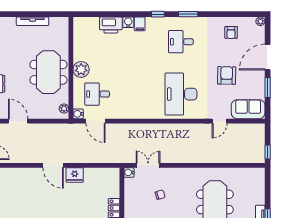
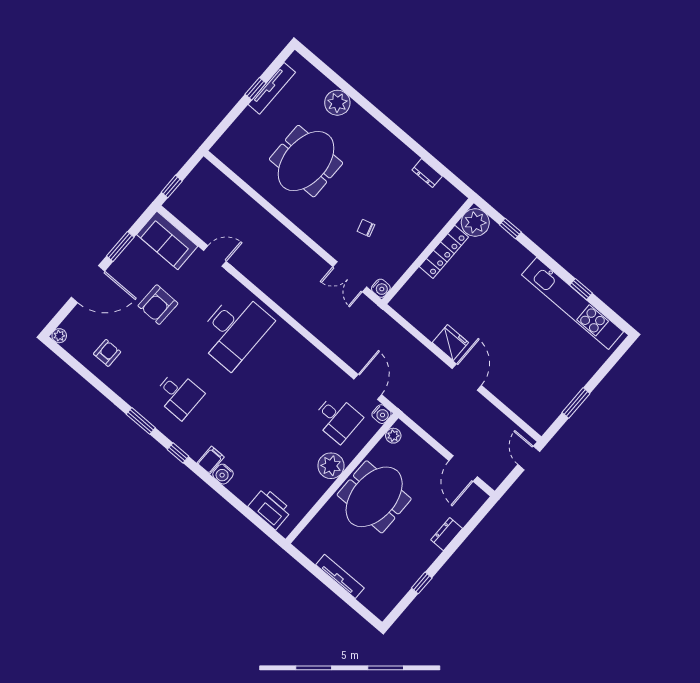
printer: (111, 25) -> (270, 508), moved
window: (268, 152) -> (172, 187), moved

